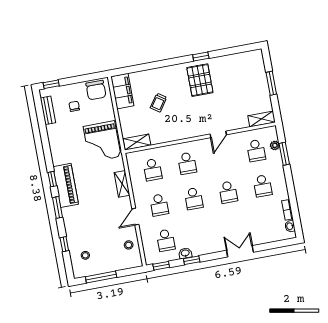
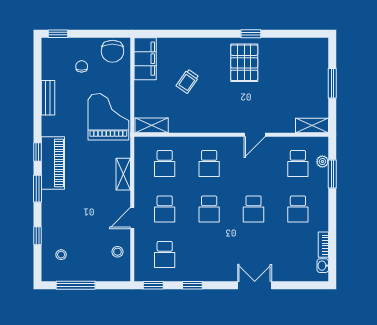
bench: (48, 110) -> (48, 98), moved
grand piano: (102, 141) -> (108, 117), turned 180
washbasin: (185, 253) -> (186, 275), removed

